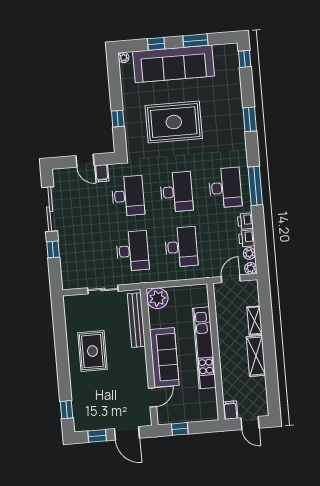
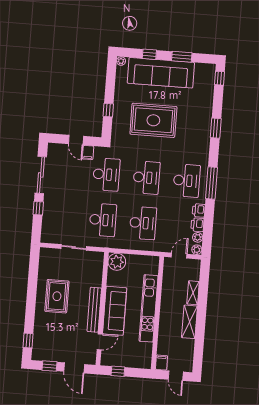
bench: (136, 320) -> (94, 310), moved

